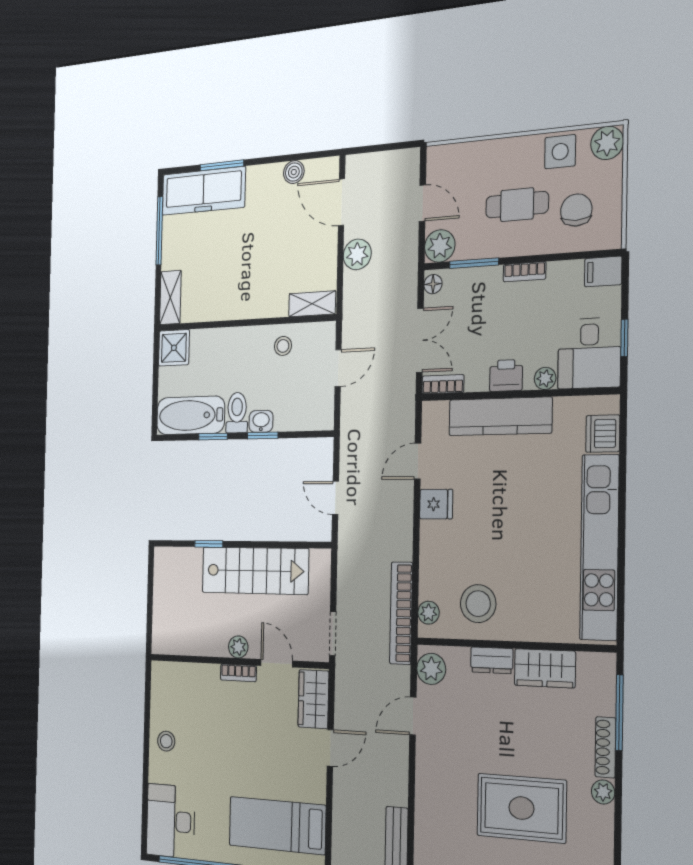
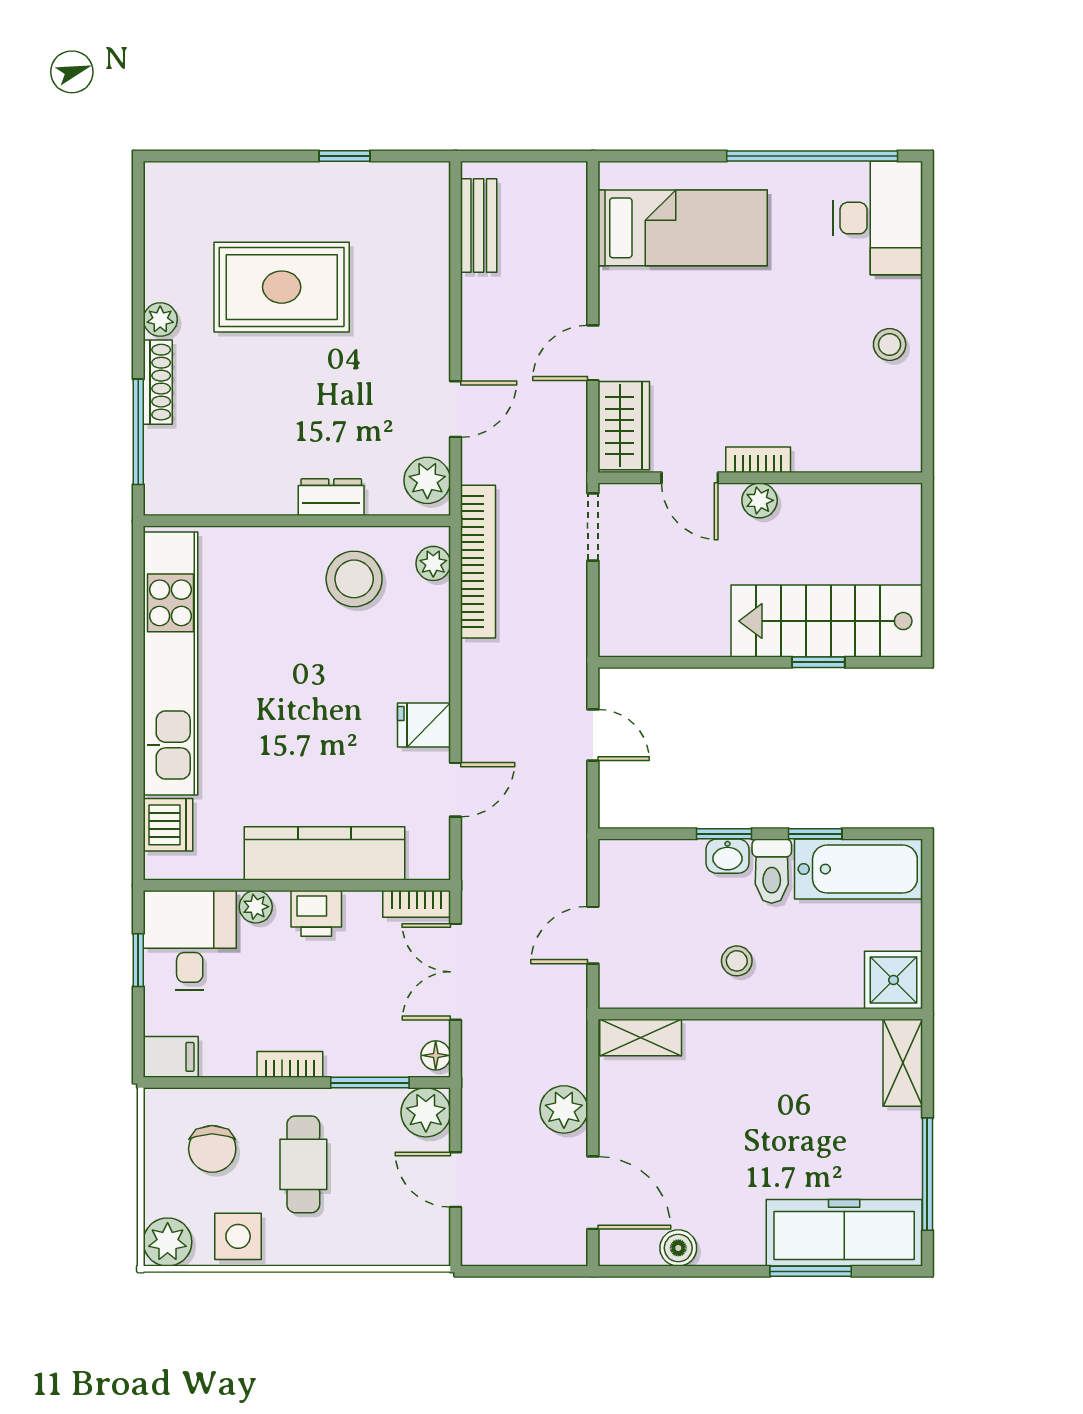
cafe table: (517, 205) -> (303, 1164), turned 90
stool: (283, 346) -> (737, 961), moved
stairs: (255, 571) -> (827, 621), moved
wardrobe: (545, 668) -> (249, 489), removed

